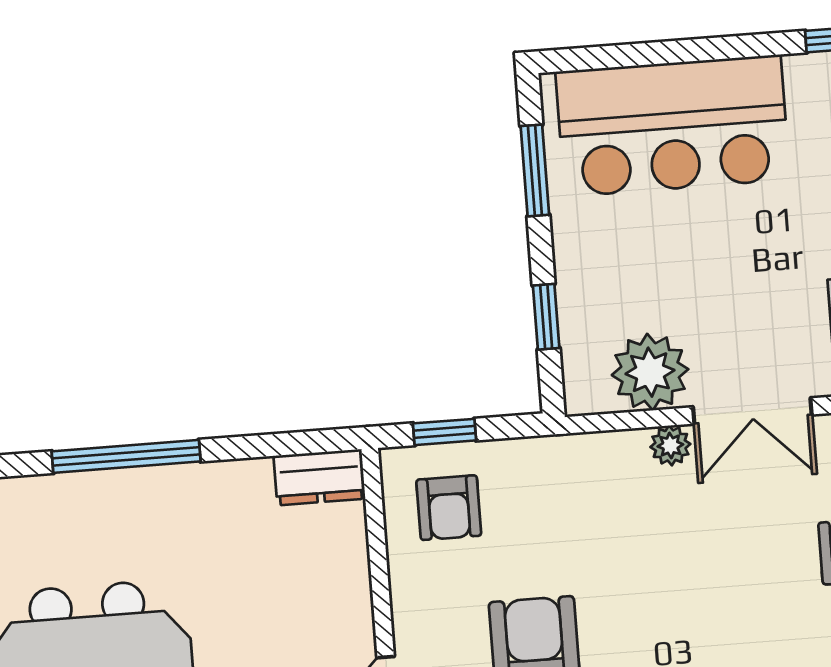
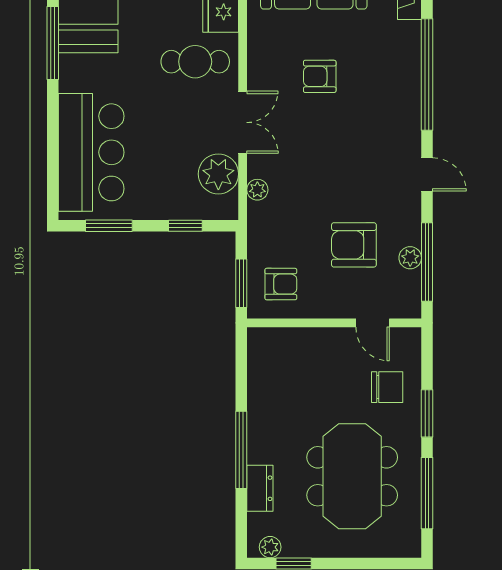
window: (445, 432) -> (241, 283), width x1.50
plant: (670, 445) -> (257, 190), moved
dresser: (319, 477) -> (260, 488), moved

